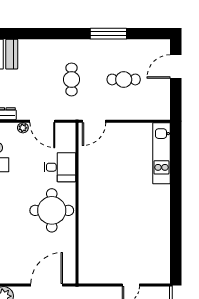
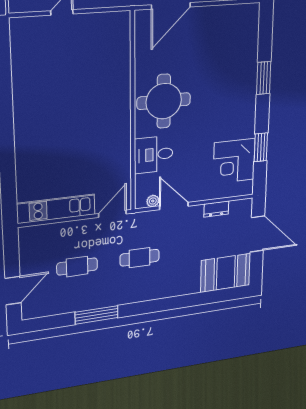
cafe table: (72, 79) -> (140, 258), turned 90
plant: (23, 128) -> (153, 201), moved
kitchen unit: (161, 153) -> (56, 209), moved, turned -90

